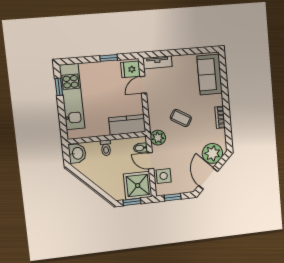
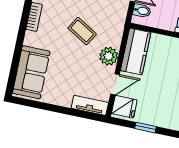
kitchen counter: (127, 125) -> (136, 51), moved, turned -90
plant: (158, 138) -> (109, 56), moved

